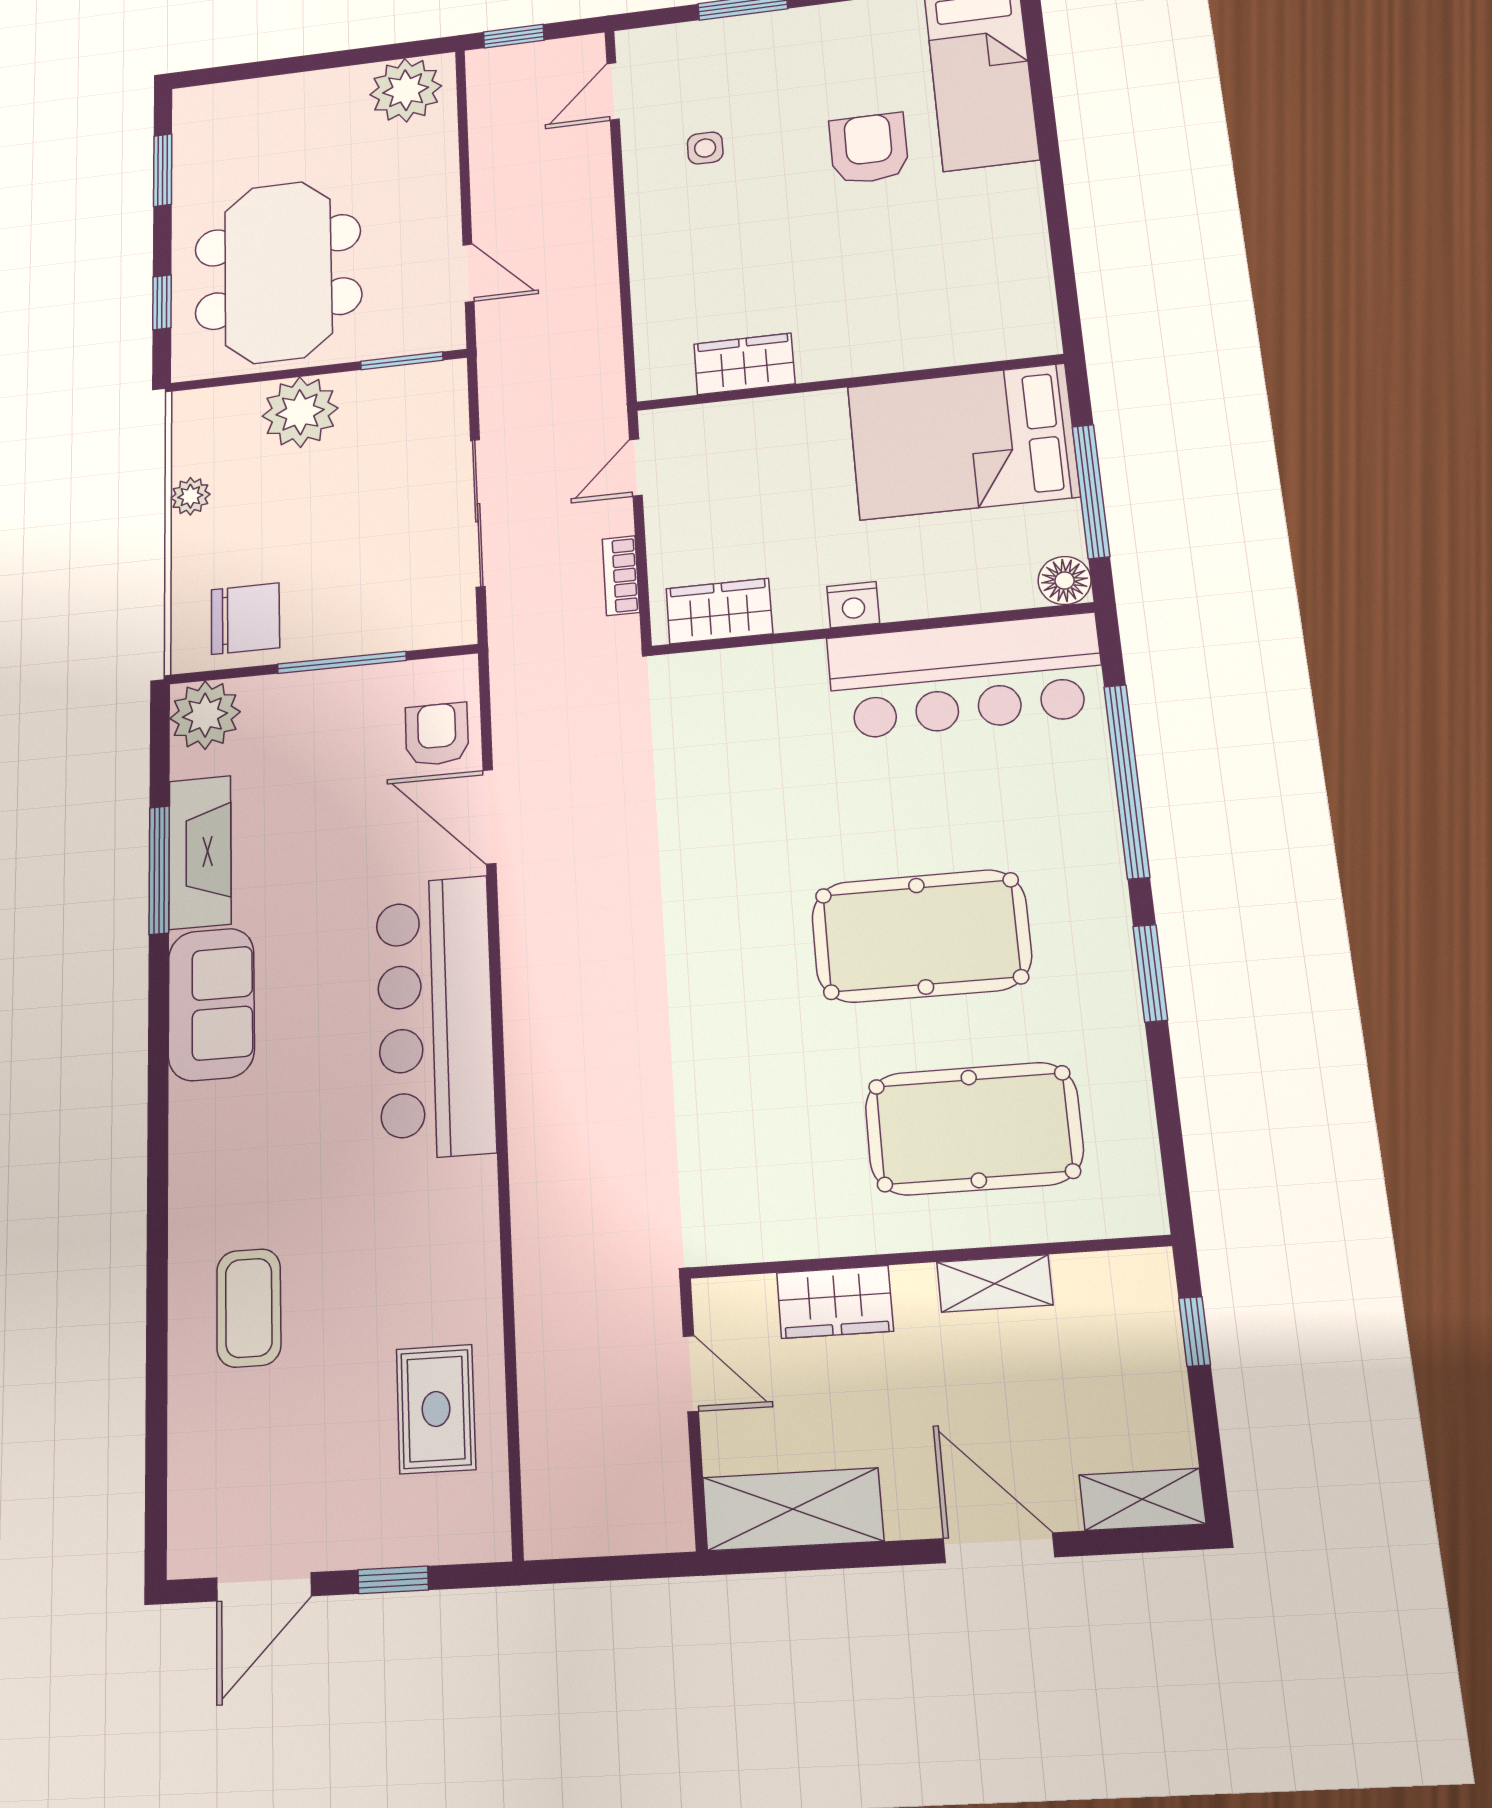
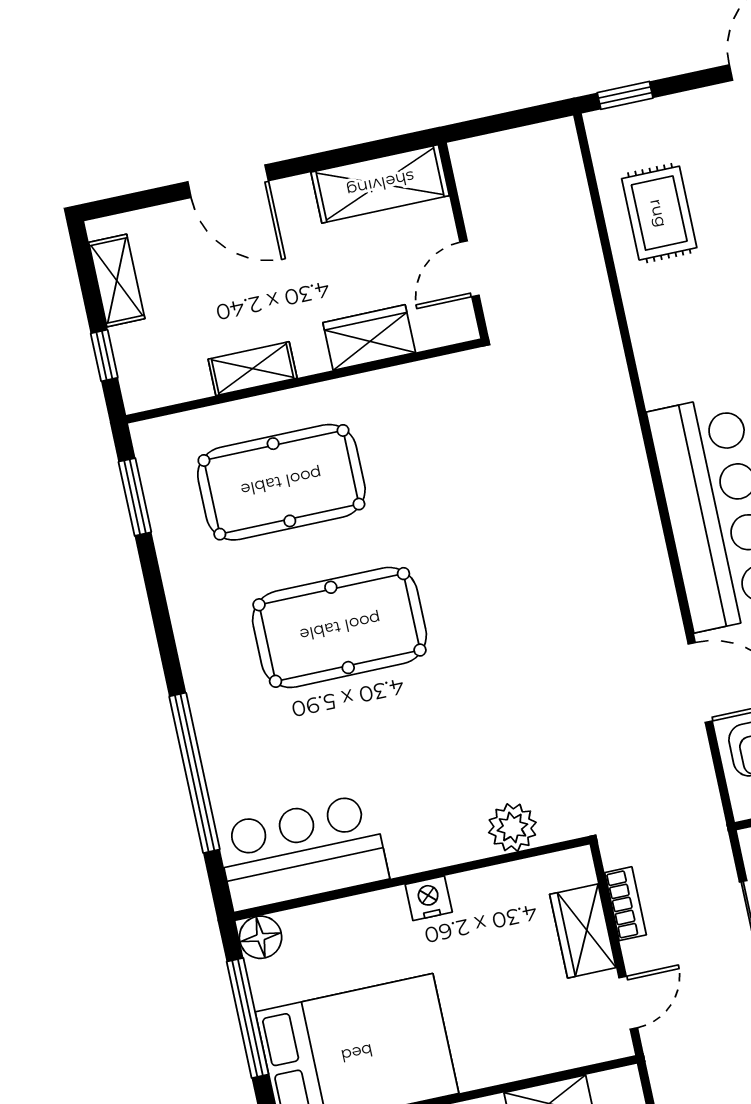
wardrobe: (719, 611) -> (583, 931), moved, turned 90
plant: (741, 675) -> (512, 827), added
bar counter: (965, 676) -> (302, 852), width x0.73
window: (1150, 973) -> (135, 497), moved
door: (691, 1374) -> (470, 269), hinge flipped
shelving: (1142, 1499) -> (117, 281), moved, turned 90
window: (393, 1580) -> (625, 95), moved

